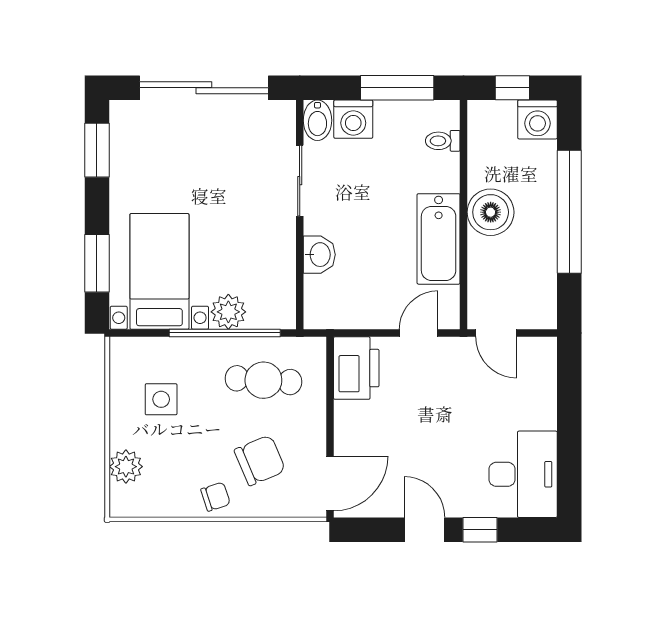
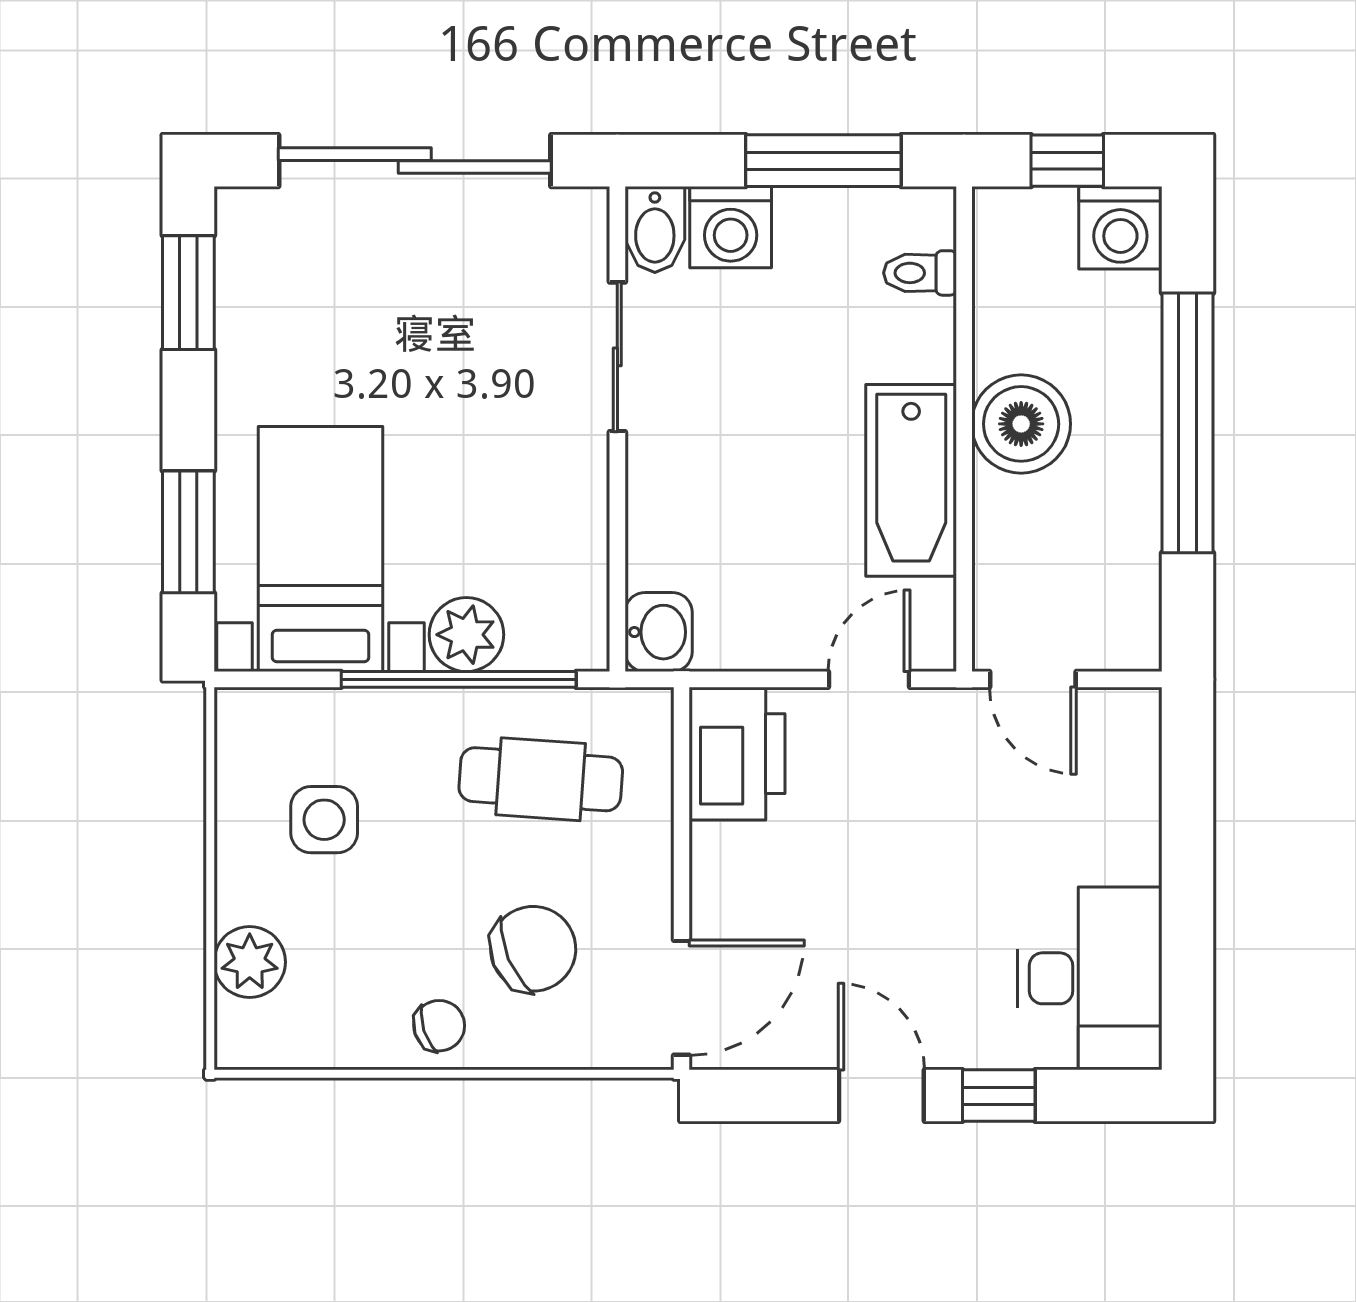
washbasin: (319, 255) -> (659, 632), moved

